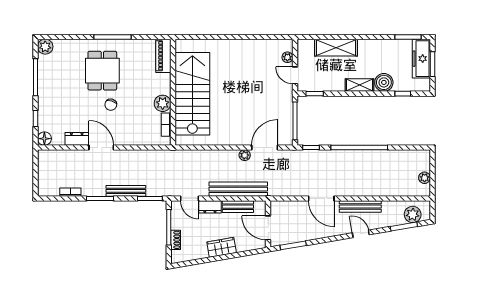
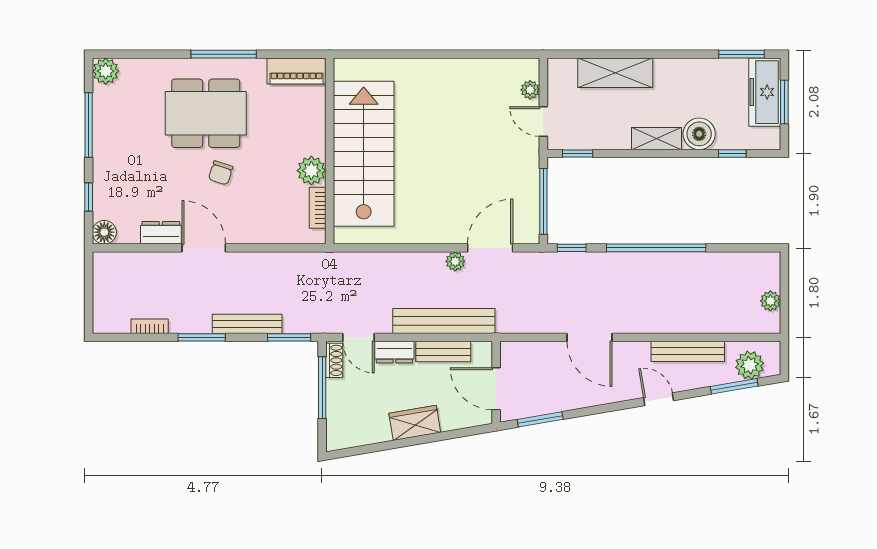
piano: (163, 56) -> (297, 71), moved, turned -90
dining table: (102, 71) -> (206, 113), width x1.38
bench: (360, 207) -> (688, 351), moved
shoe rack: (176, 240) -> (334, 360), moved

